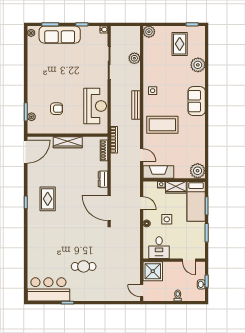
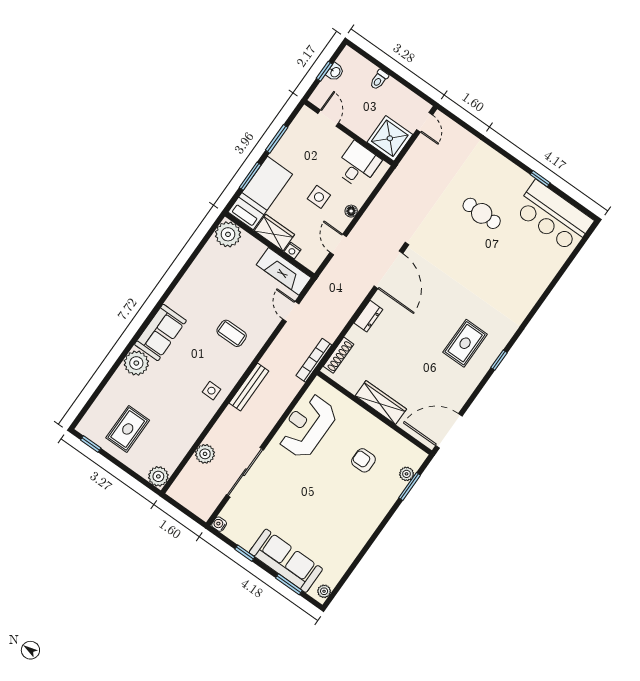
plant: (198, 65) -> (136, 363), moved
coffee table: (162, 125) -> (232, 333), width x0.54, depth x0.58

